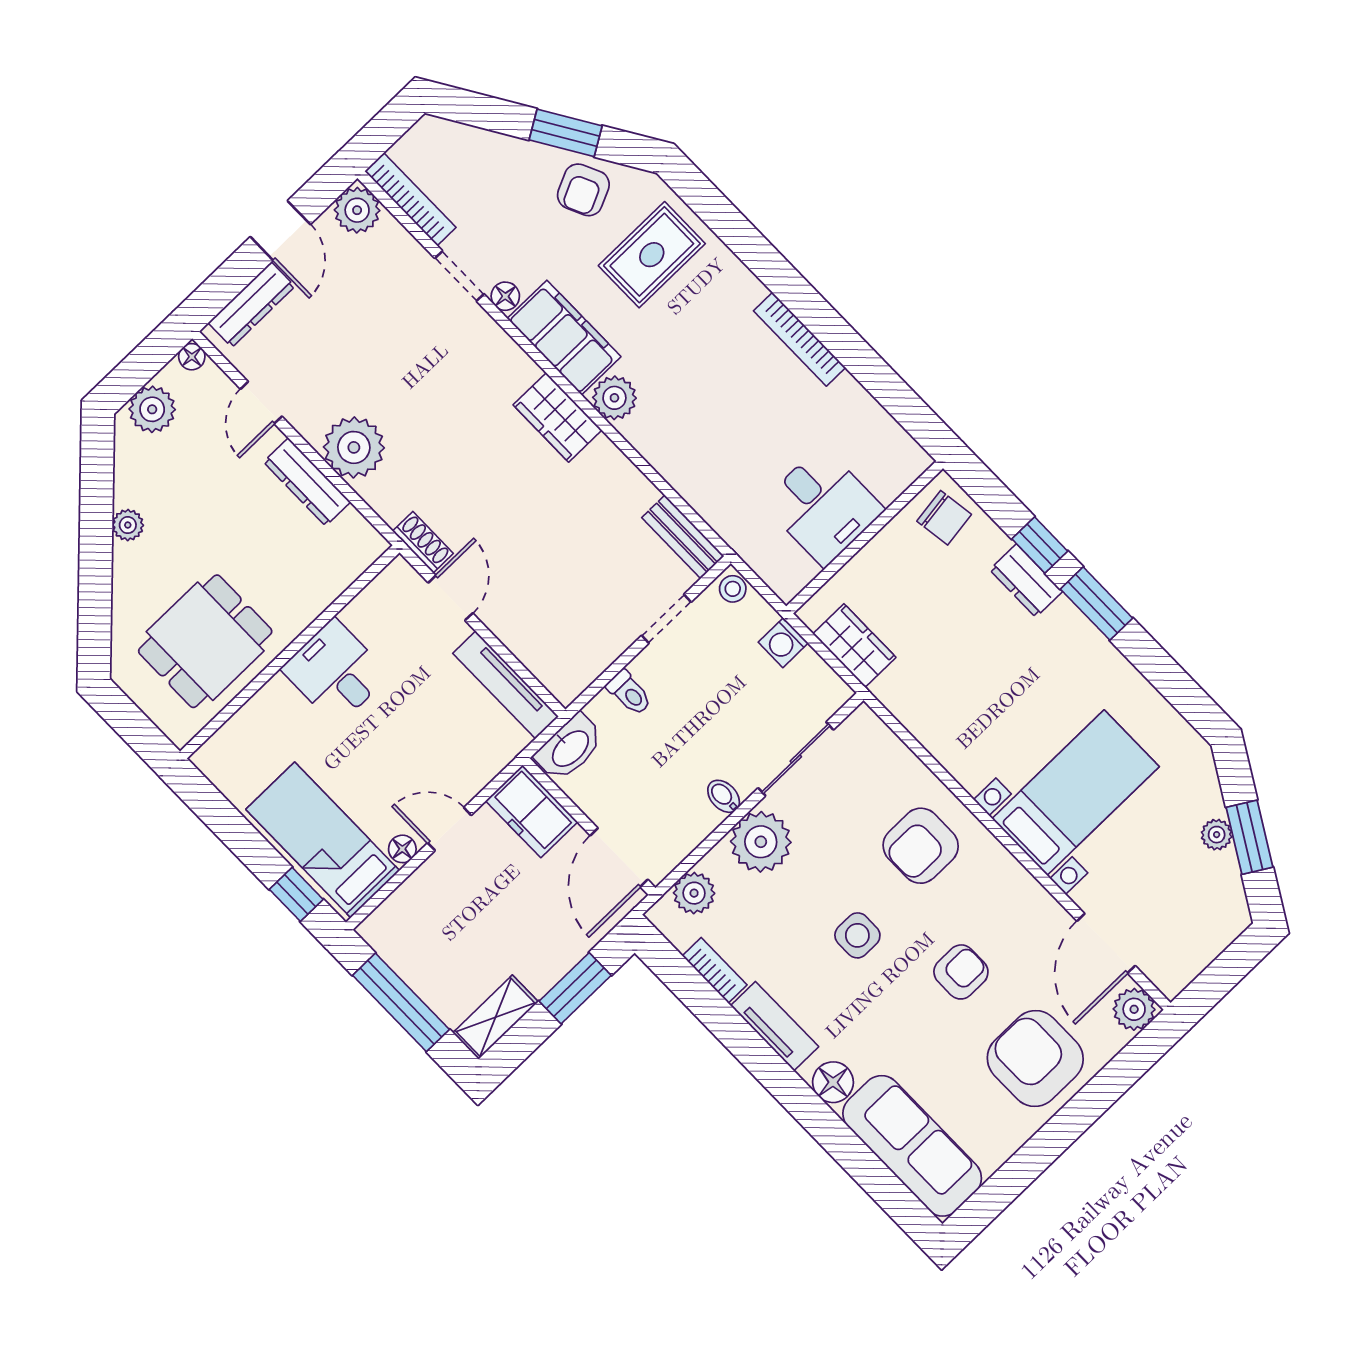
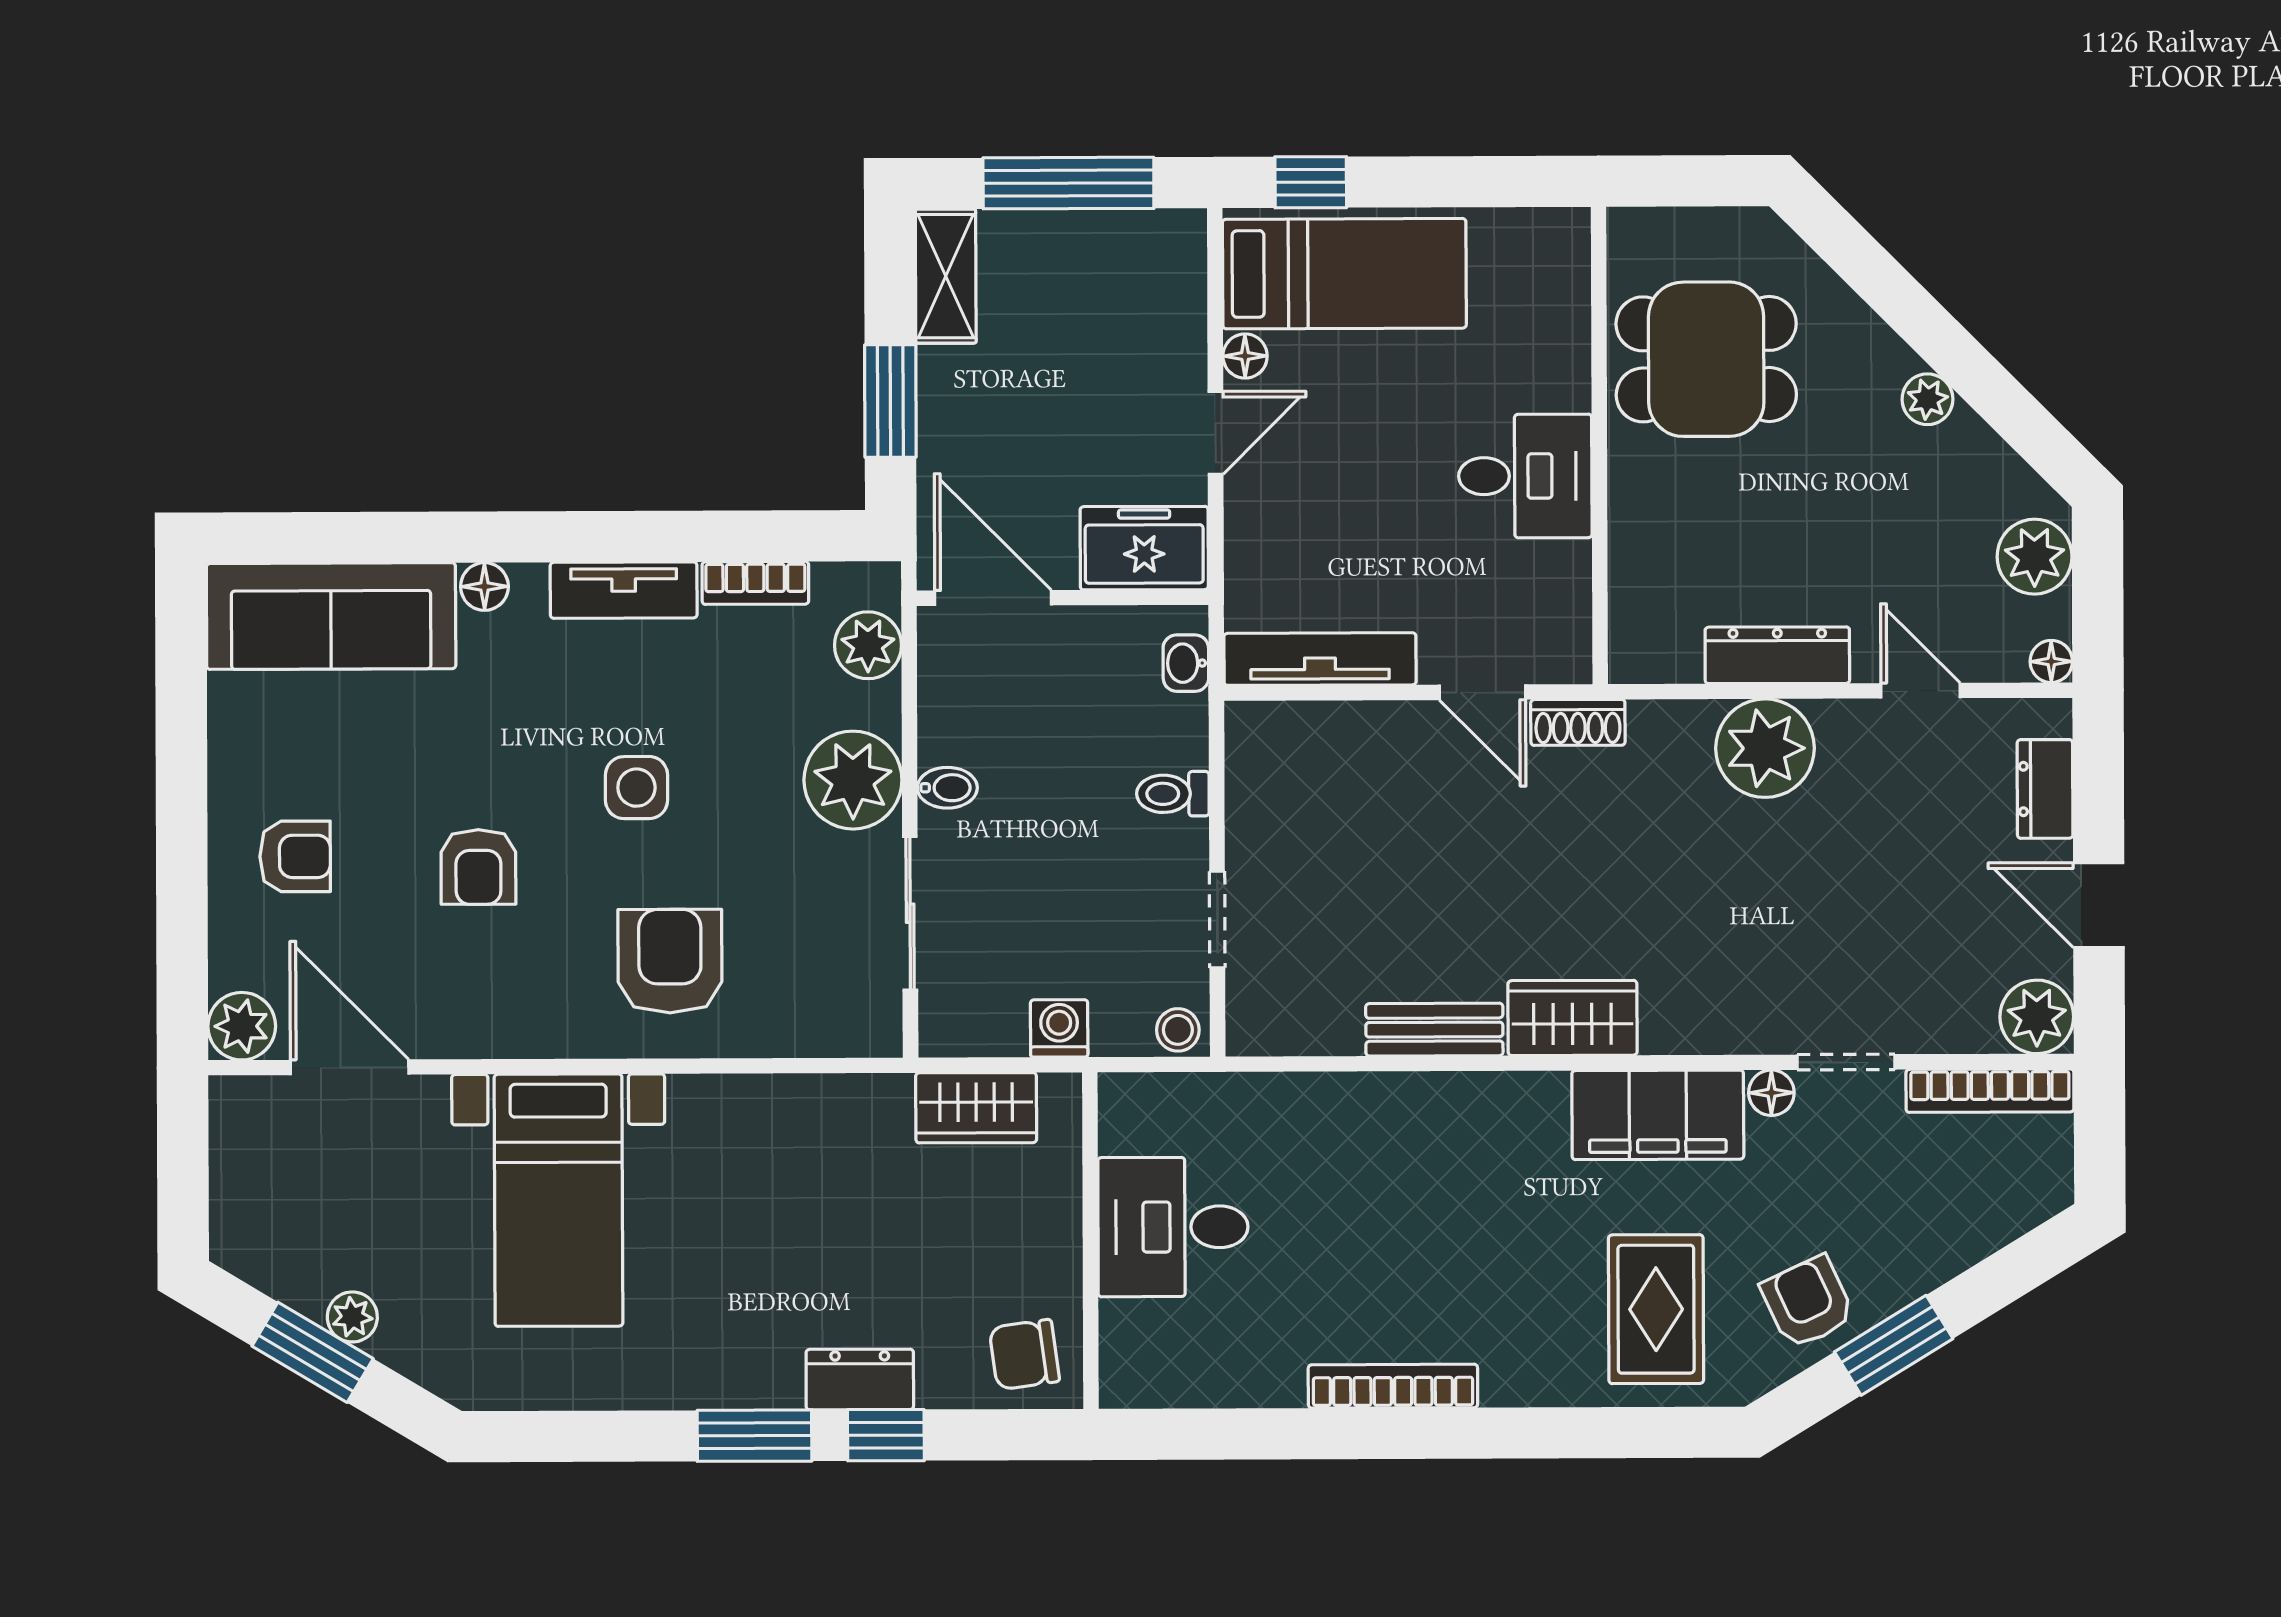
dresser: (252, 305) -> (2045, 789), width x0.70
plant: (614, 398) -> (1532, 1106), removed
bench: (683, 537) -> (1434, 1030), moved
dining table: (205, 641) -> (1706, 359), turned 90
washbasin: (570, 748) -> (1186, 663), width x0.52, depth x0.69
armchair: (1035, 1059) -> (295, 856), width x0.53, depth x0.53
floor lamp: (833, 1082) -> (484, 586), width x0.73, depth x0.73

